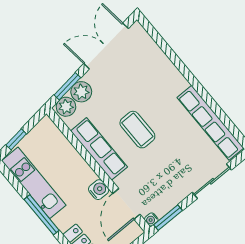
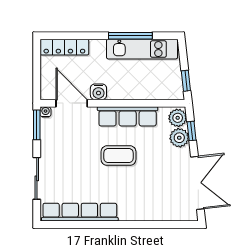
window: (67, 86) -> (192, 131), width x0.67
window: (16, 139) -> (186, 81), moved
window: (42, 215) -> (130, 36), moved

